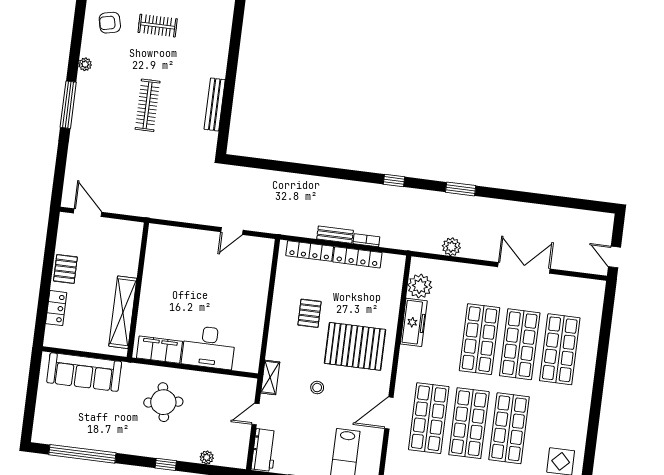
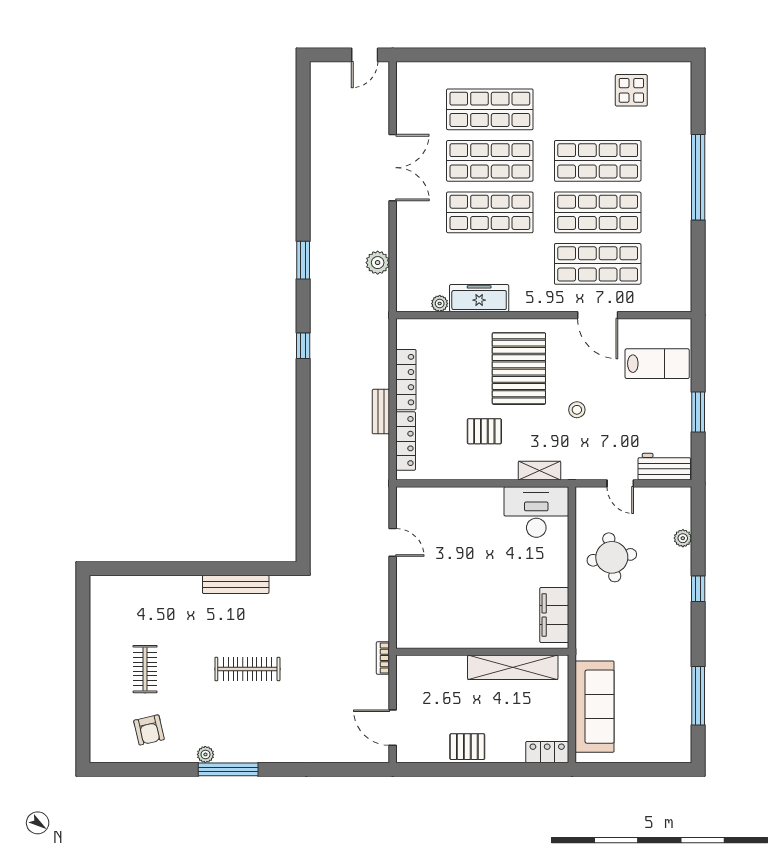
window: (68, 105) -> (228, 769), moved
door: (88, 213) -> (393, 728), hinge flipped
bookcase: (366, 240) -> (383, 658), moved
double door: (524, 268) -> (393, 168), swing flipped
plant: (420, 286) -> (440, 304), width x0.53, depth x0.53
locker: (56, 308) -> (547, 752), moved
desk: (209, 347) -> (536, 512), moved, turned -90
shelving: (270, 377) -> (540, 471), moved
round table: (163, 402) -> (612, 557), moved
window: (82, 454) -> (698, 696), width x0.68

